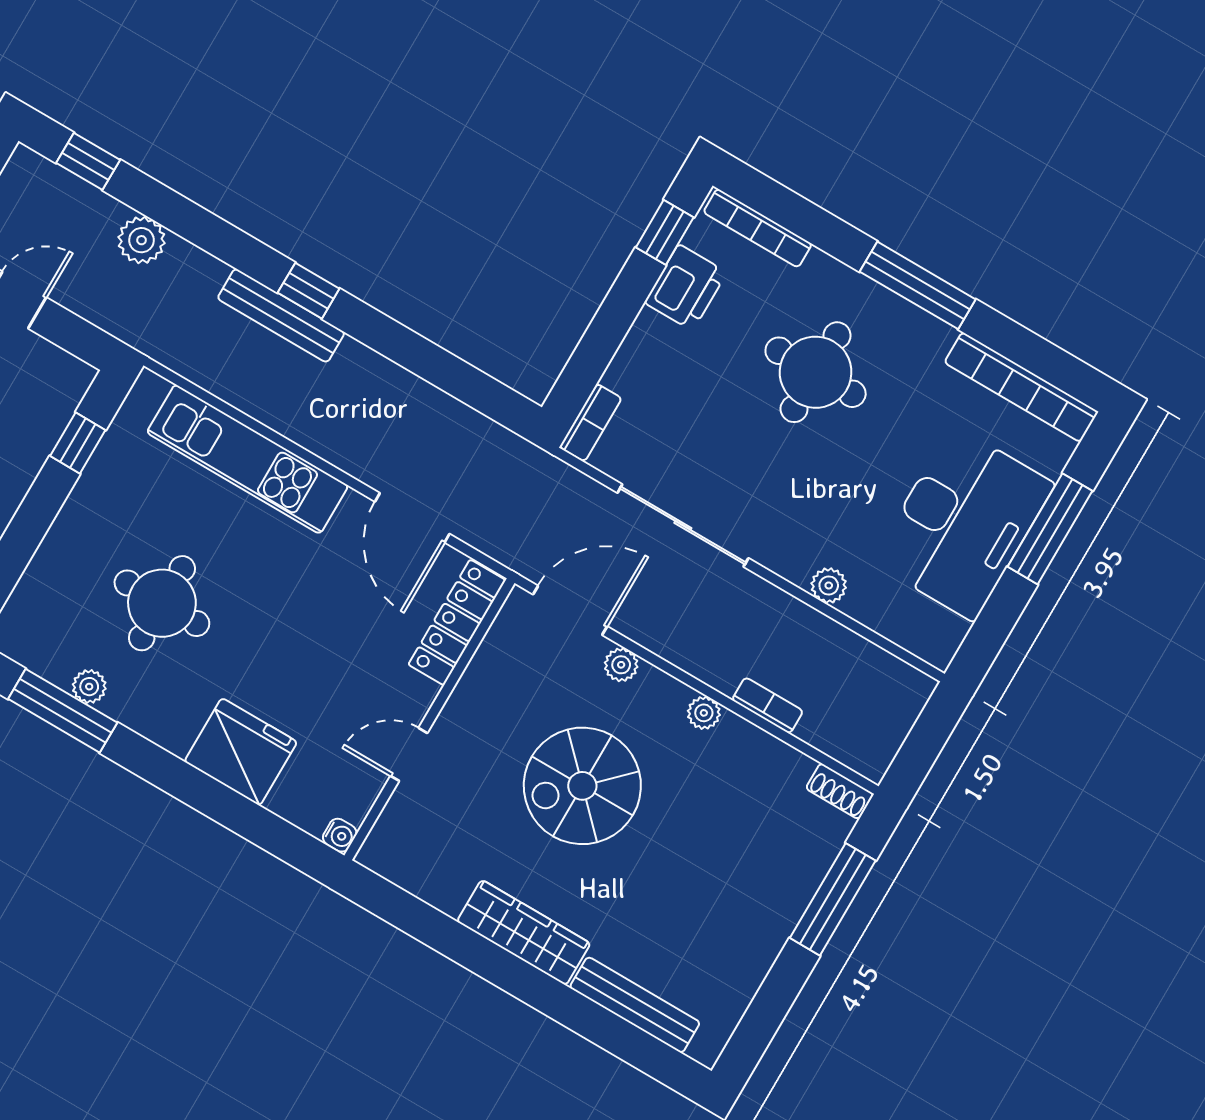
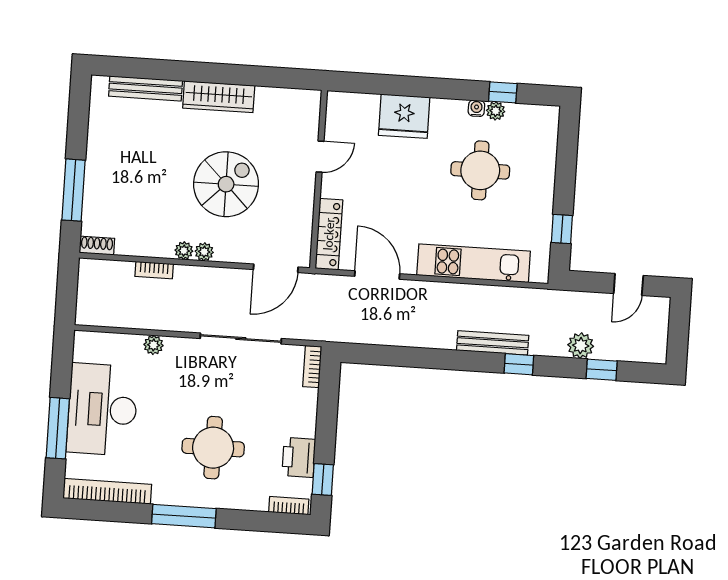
window: (88, 161) -> (602, 370), moved
bookcase: (758, 228) -> (289, 506), width x0.64
window: (309, 291) -> (519, 364), moved
plant: (621, 665) -> (204, 252), moved
window: (63, 711) -> (503, 92), width x0.46
water cooler: (340, 835) -> (476, 108), moved, turned 90

